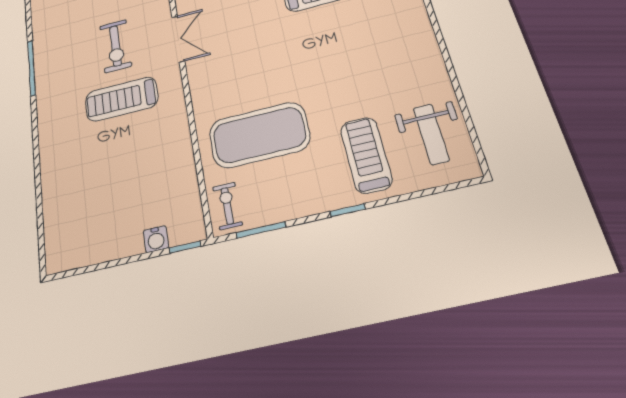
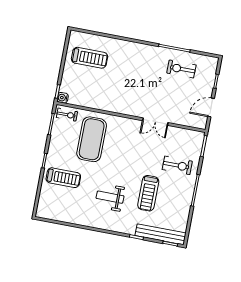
exercise bike: (116, 46) -> (181, 69), moved
treadmill: (122, 99) -> (90, 58), moved, turned 90
weight bench: (431, 134) -> (110, 197), moved
water cooler: (156, 239) -> (63, 98), moved

